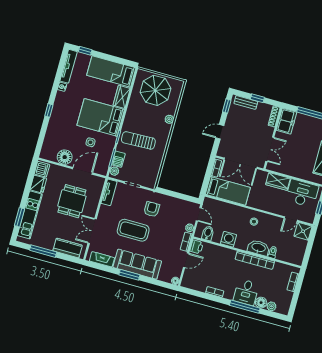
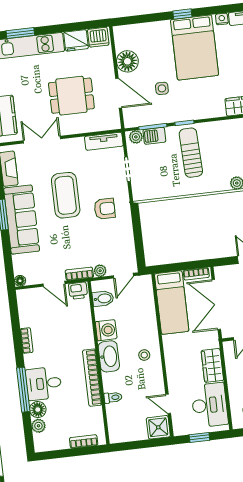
bed: (101, 117) -> (195, 47), moved, turned 180
washbasin: (258, 248) -> (109, 356), moved

